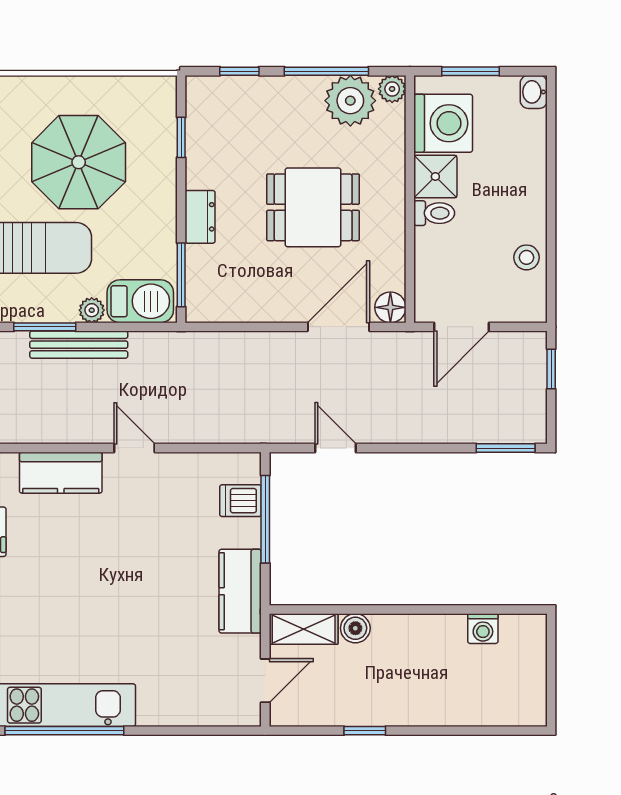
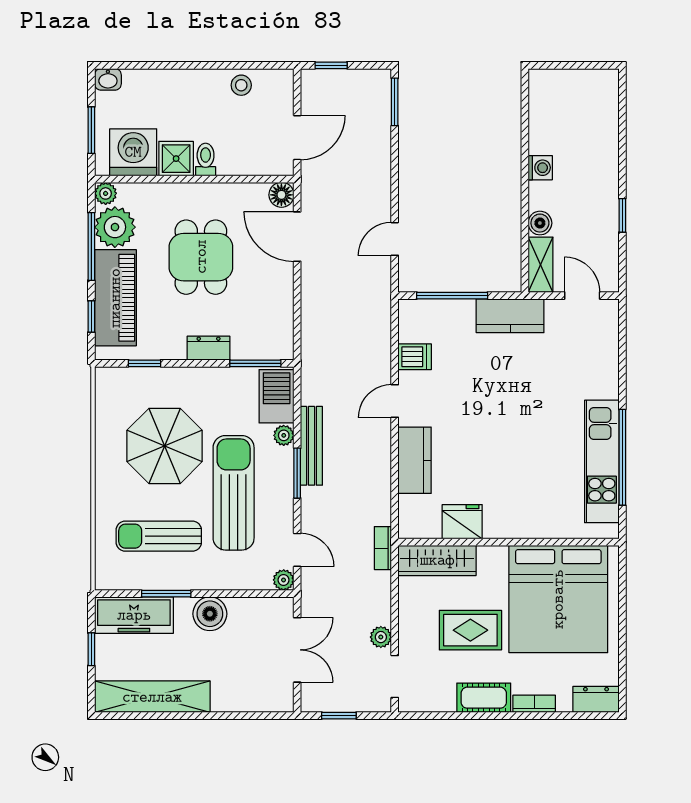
piano: (263, 101) -> (115, 298), added
door: (461, 327) -> (297, 138), hinge flipped
dishwasher: (241, 501) -> (415, 357), moved, turned -90
washing machine: (483, 629) -> (540, 168), moved

